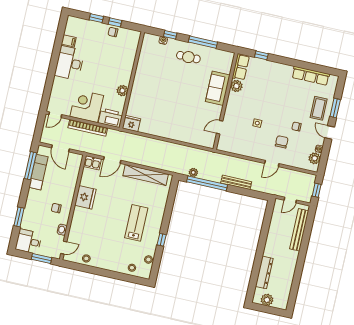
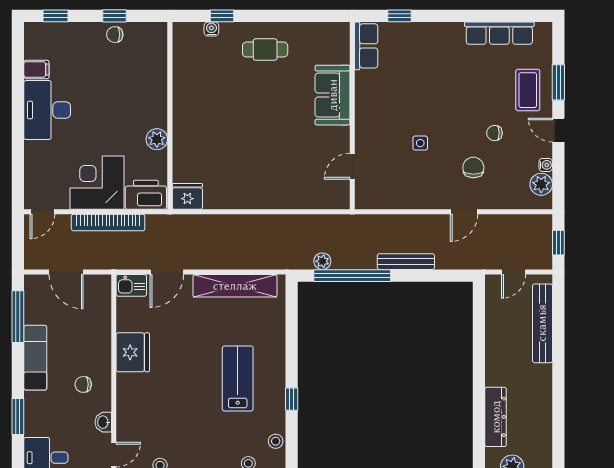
window: (96, 18) -> (55, 16), moved
window: (203, 42) -> (286, 16), removed
plant: (236, 86) -> (366, 83), removed
exam couch: (38, 172) -> (35, 358), moved

